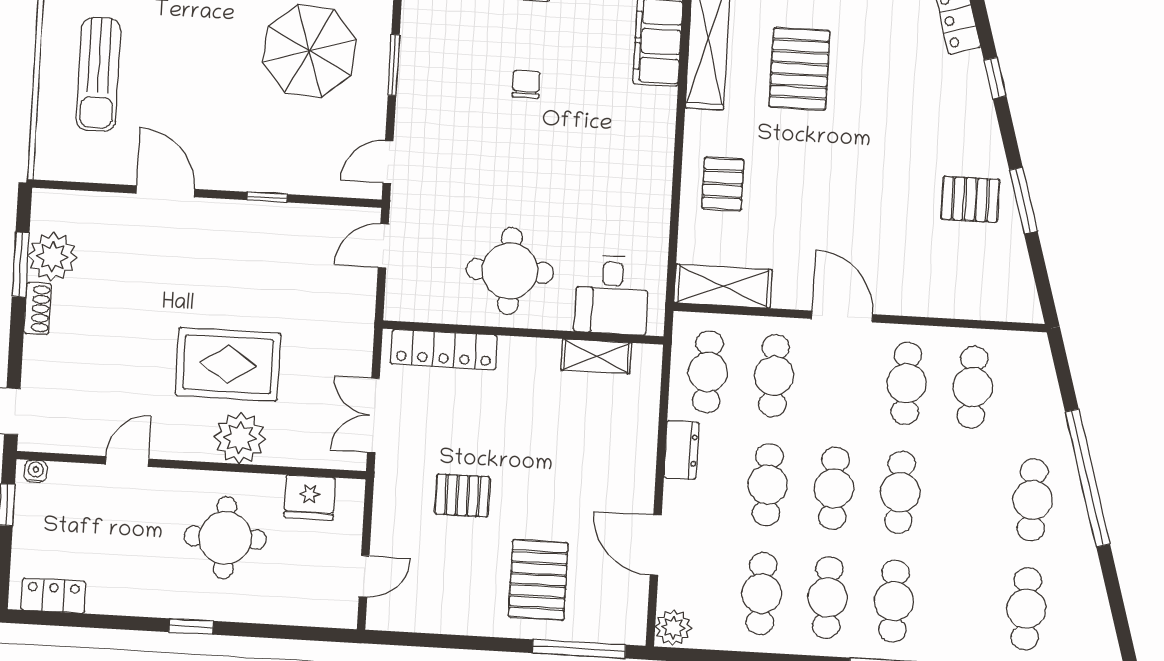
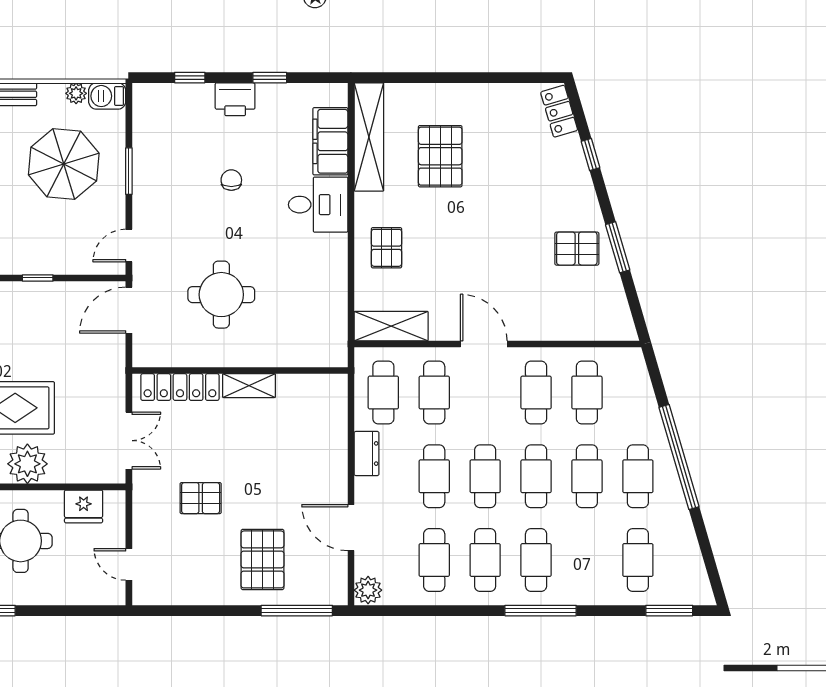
door: (383, 246) -> (129, 310), width x1.38
round table: (510, 271) -> (221, 295), moved
desk: (612, 295) -> (318, 205), moved, turned -90
shelving: (596, 356) -> (249, 386), moved
double door: (373, 415) -> (129, 441), swing flipped
cafe table: (966, 496) -> (587, 476), added
door: (364, 576) -> (129, 564), swing flipped

